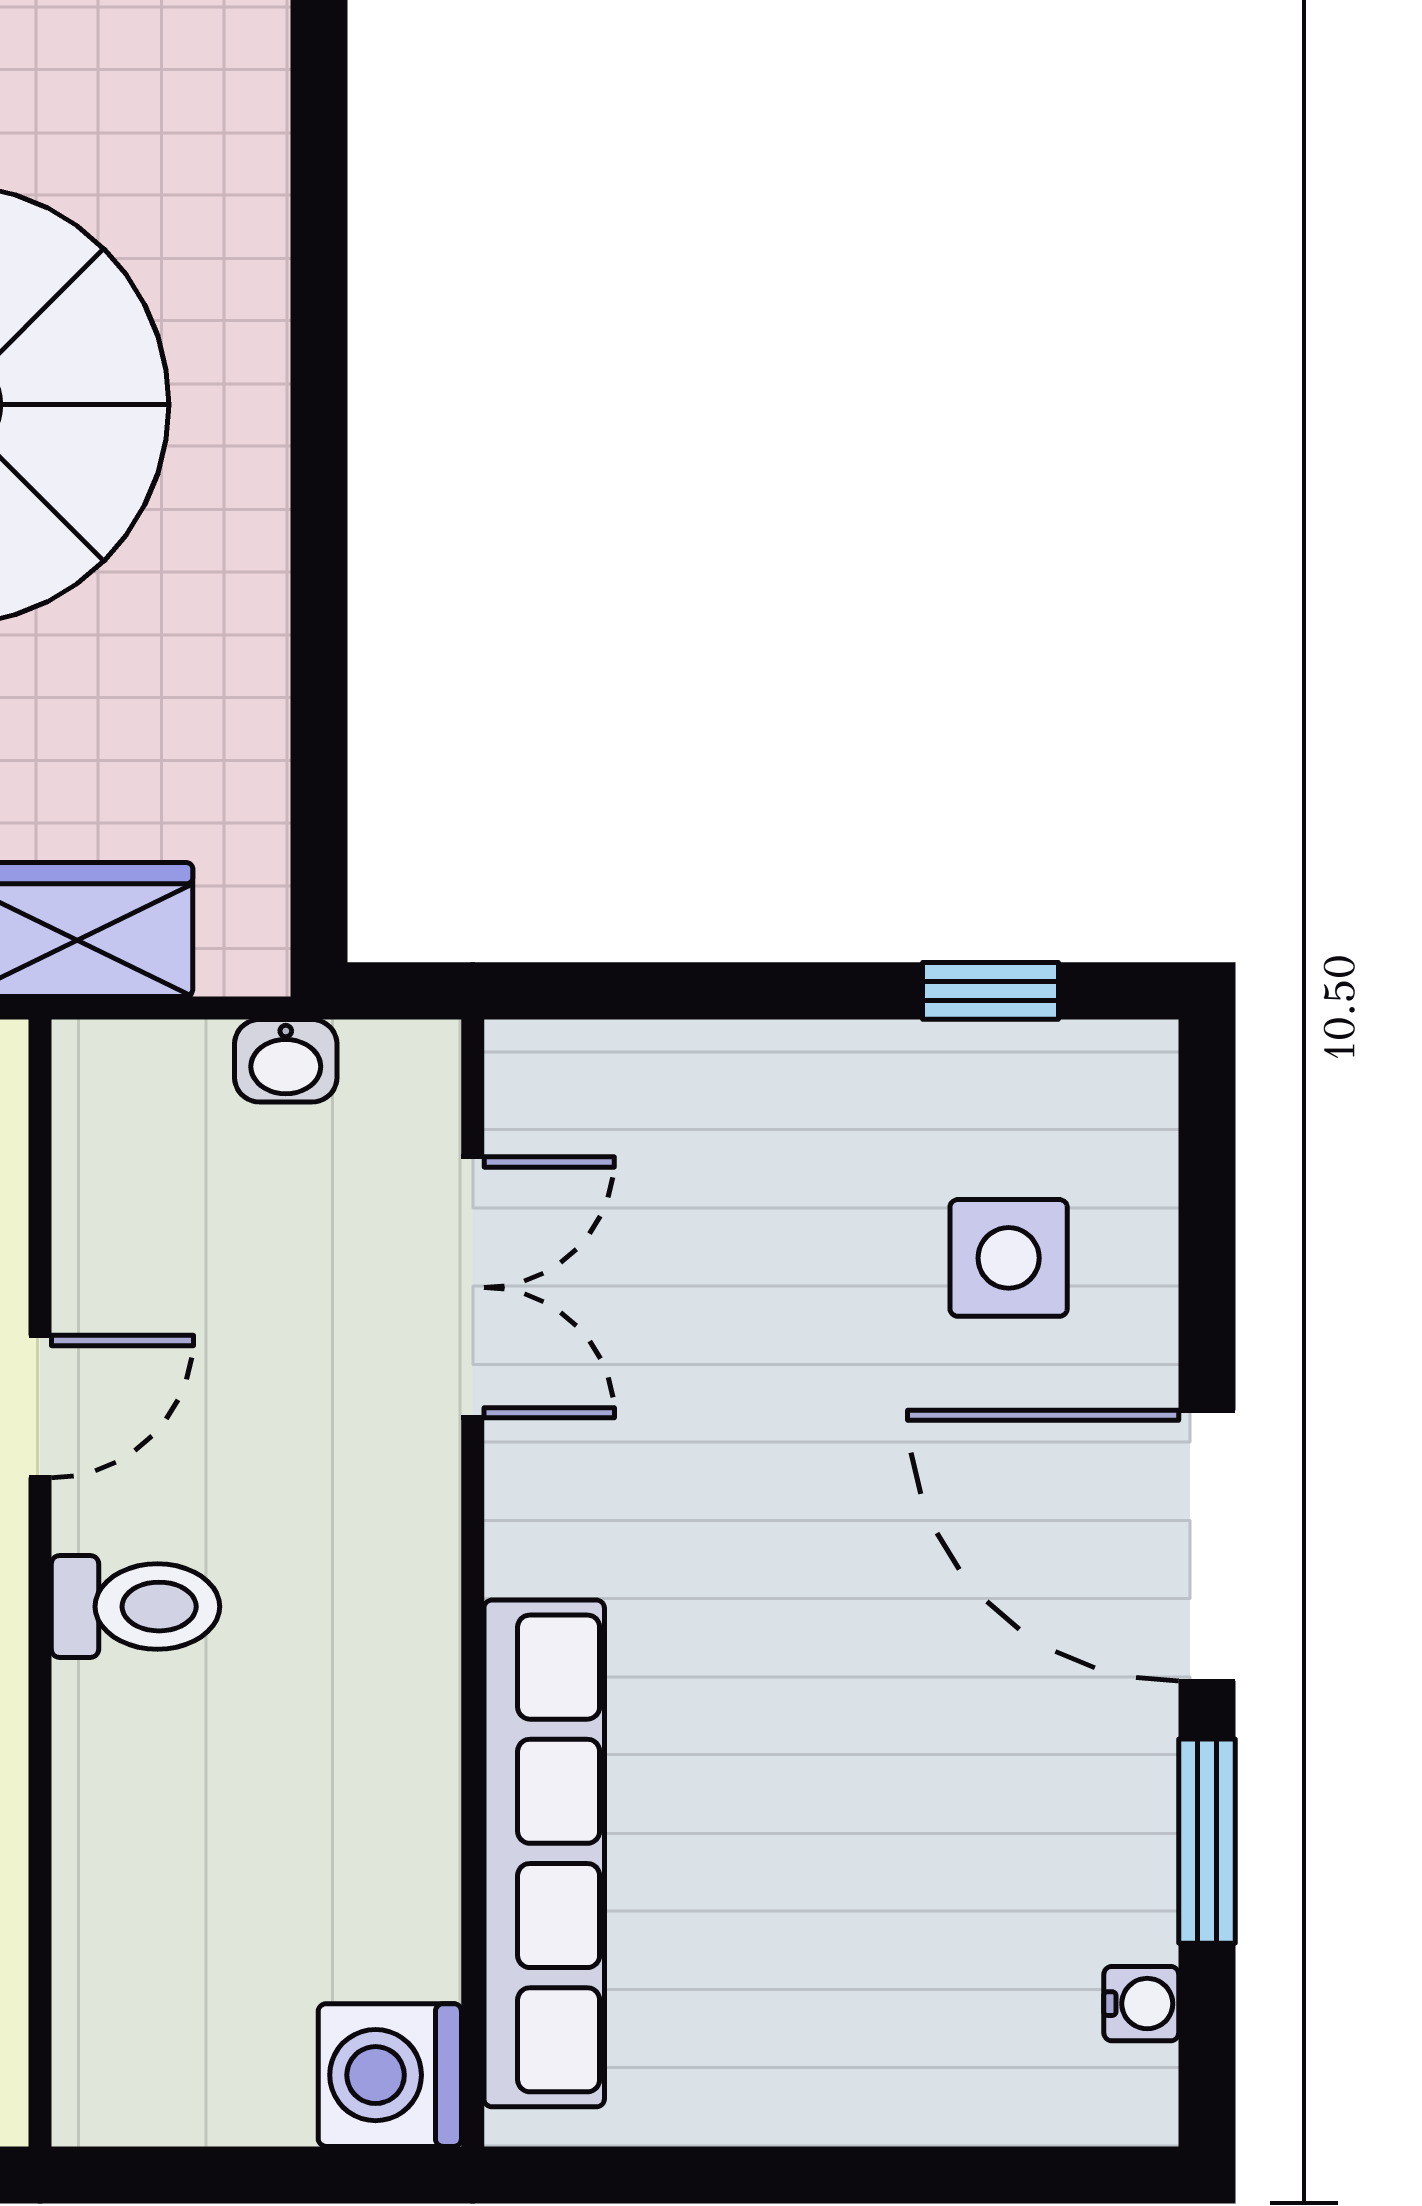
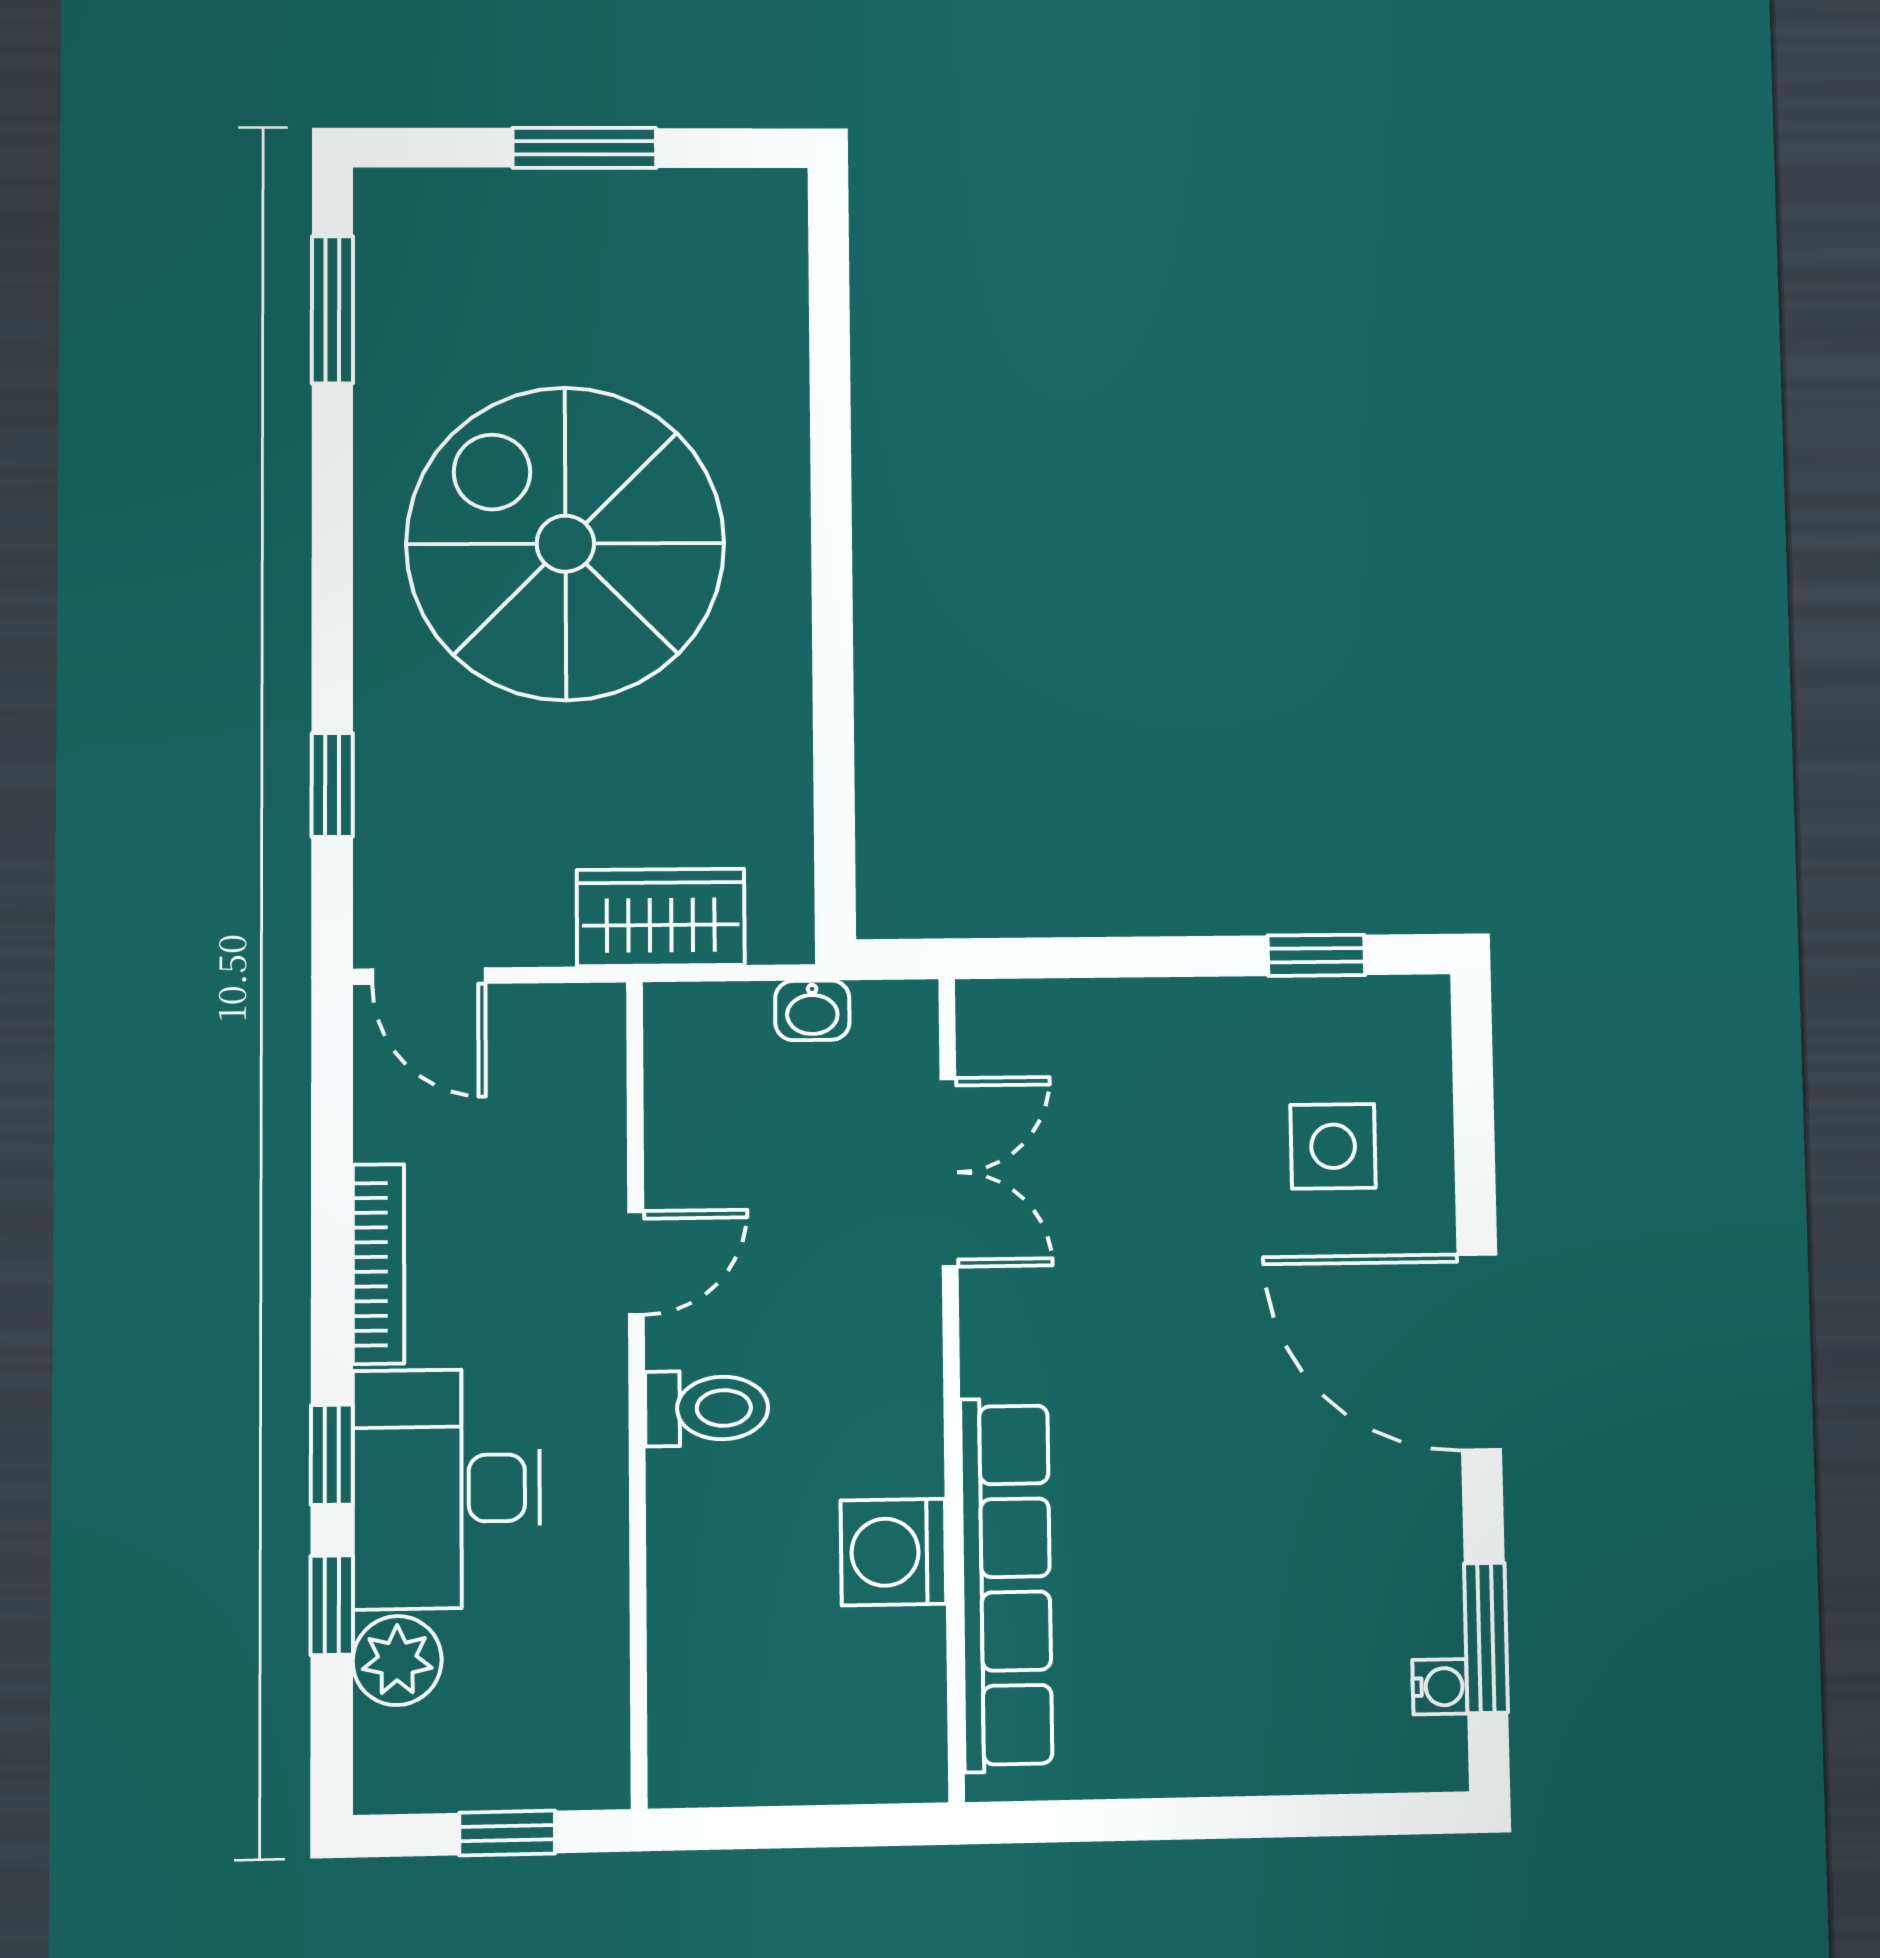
window: (1207, 1841) -> (1486, 1638), moved
washing machine: (390, 2075) -> (893, 1552), moved

